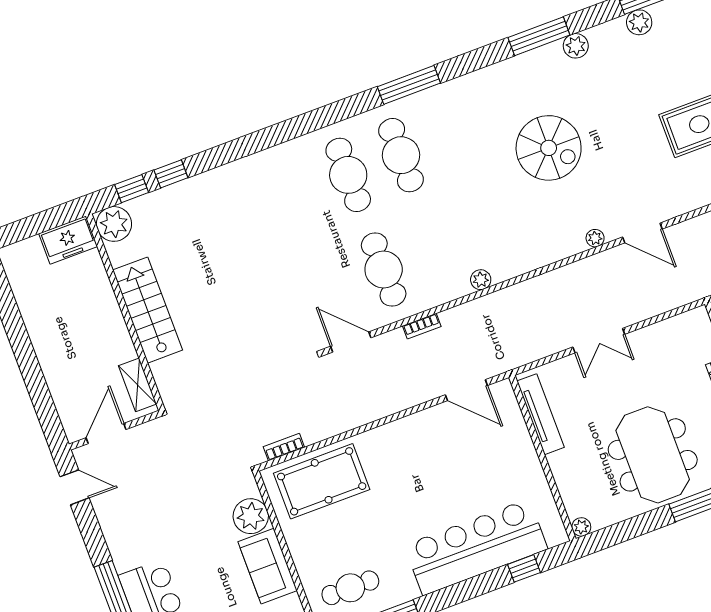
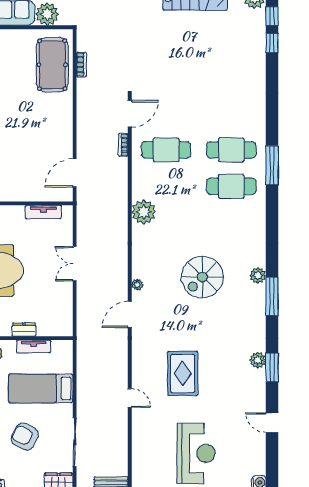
plant: (576, 46) -> (258, 275), moved
window: (409, 85) -> (272, 165), moved
plant: (481, 280) -> (144, 212), width x1.87, depth x1.87
bookcase: (422, 326) -> (123, 145), moved
tv unit: (541, 414) -> (43, 212), width x0.71
bookcase: (284, 447) -> (81, 65), moved

